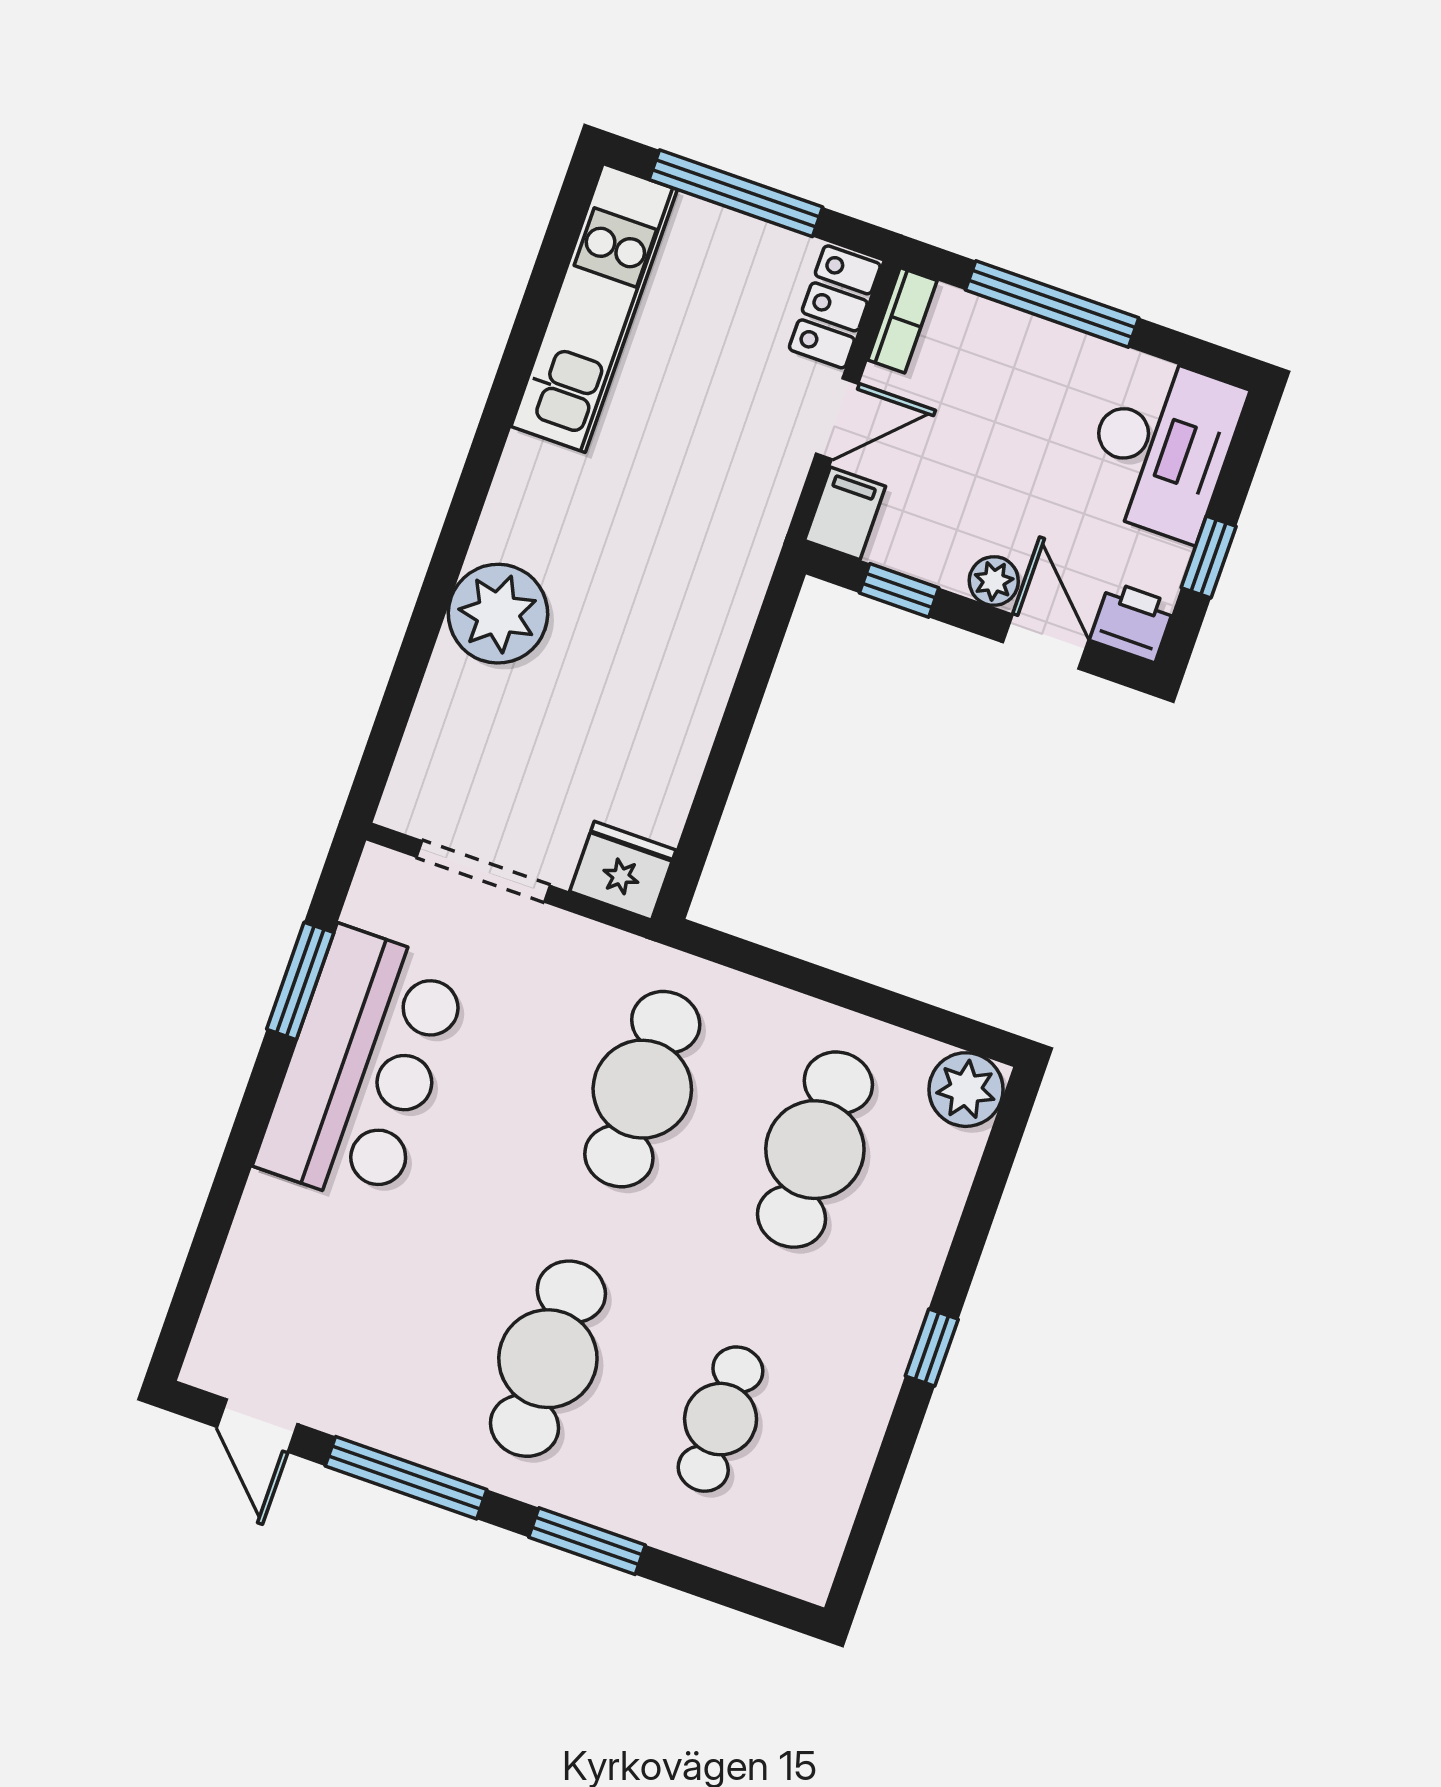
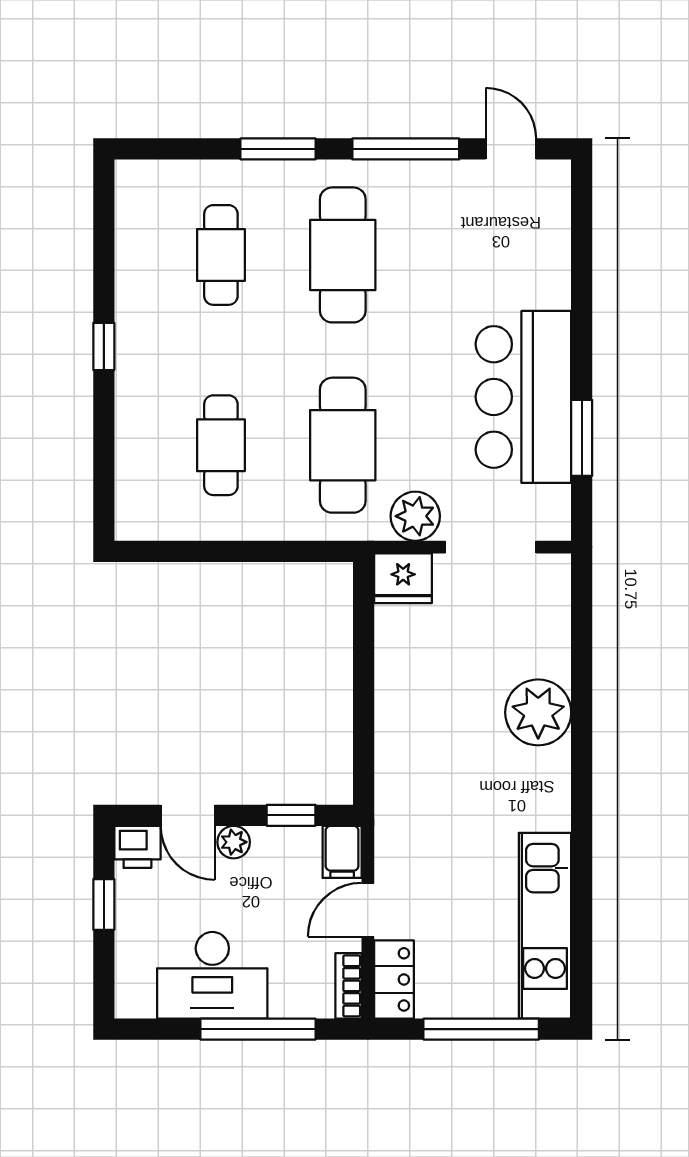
desk: (1162, 447) -> (212, 975), moved, turned -90
plant: (966, 1090) -> (415, 516), moved
cafe table: (815, 1150) -> (221, 445), width x0.73, depth x0.74

